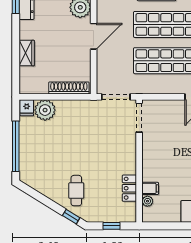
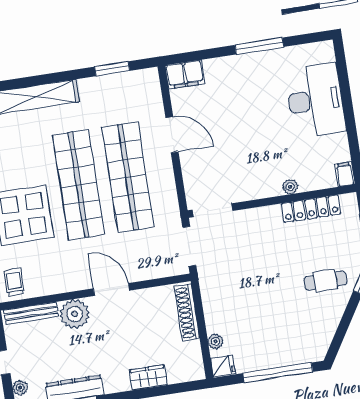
plant: (45, 110) -> (216, 341), width x0.53, depth x0.53
locker: (129, 188) -> (311, 209), width x1.53
filing cabinet: (150, 188) -> (345, 174), moved
plant: (147, 201) -> (290, 187), moved

